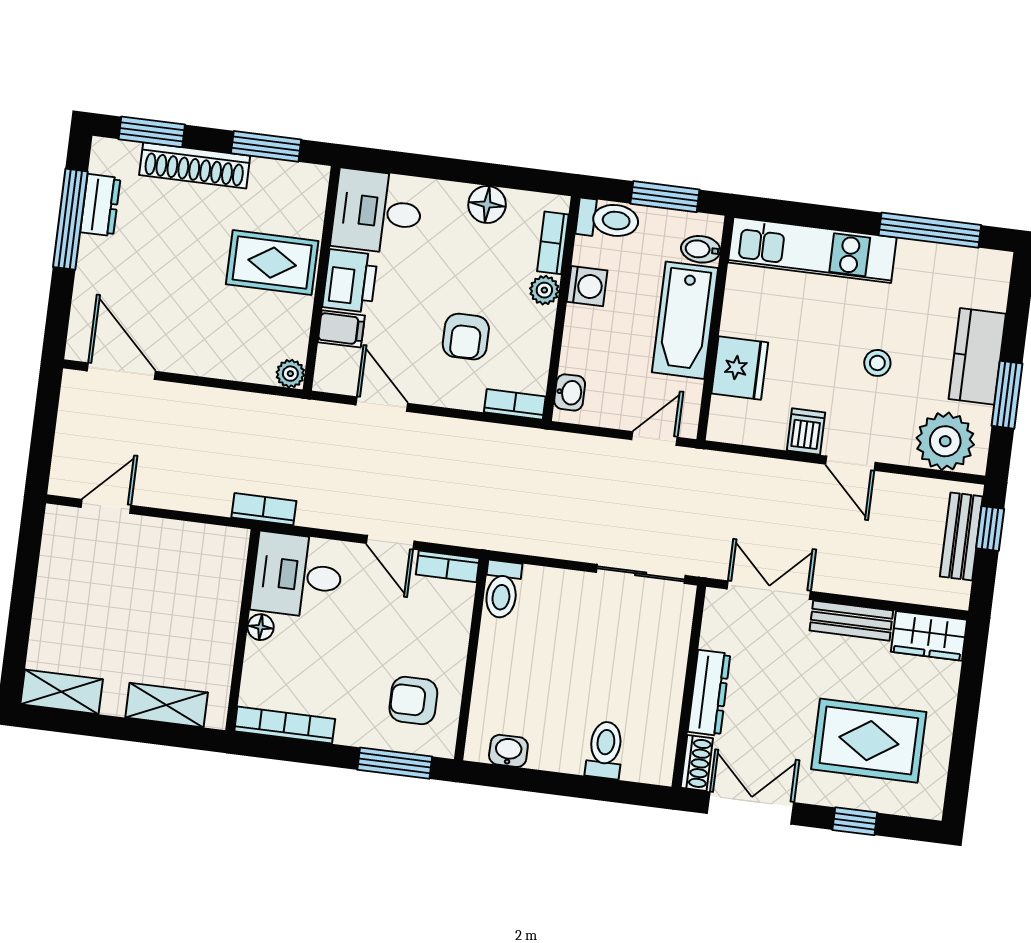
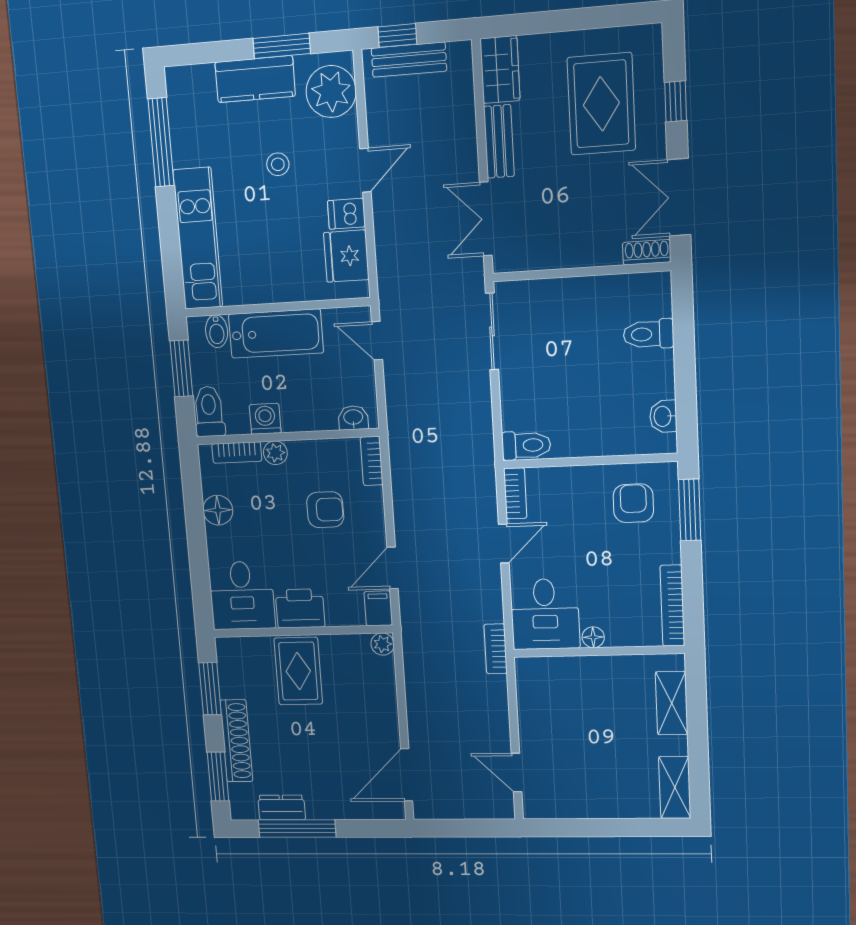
filing cabinet: (341, 329) -> (378, 608), moved
fridge: (740, 368) -> (346, 256), moved, turned -90
dresser: (709, 693) -> (583, 253), removed
armchair: (413, 700) -> (633, 503), turned 180

